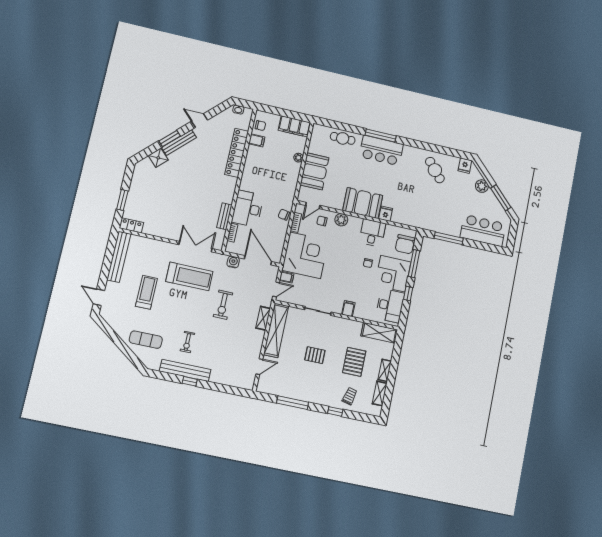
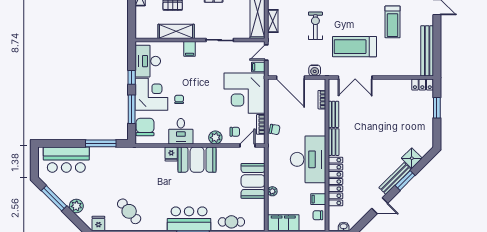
bench: (230, 190) -> (334, 142), added
desk: (248, 209) -> (308, 159), moved, width x1.36, depth x1.30
shelving: (379, 333) -> (176, 31), moved

